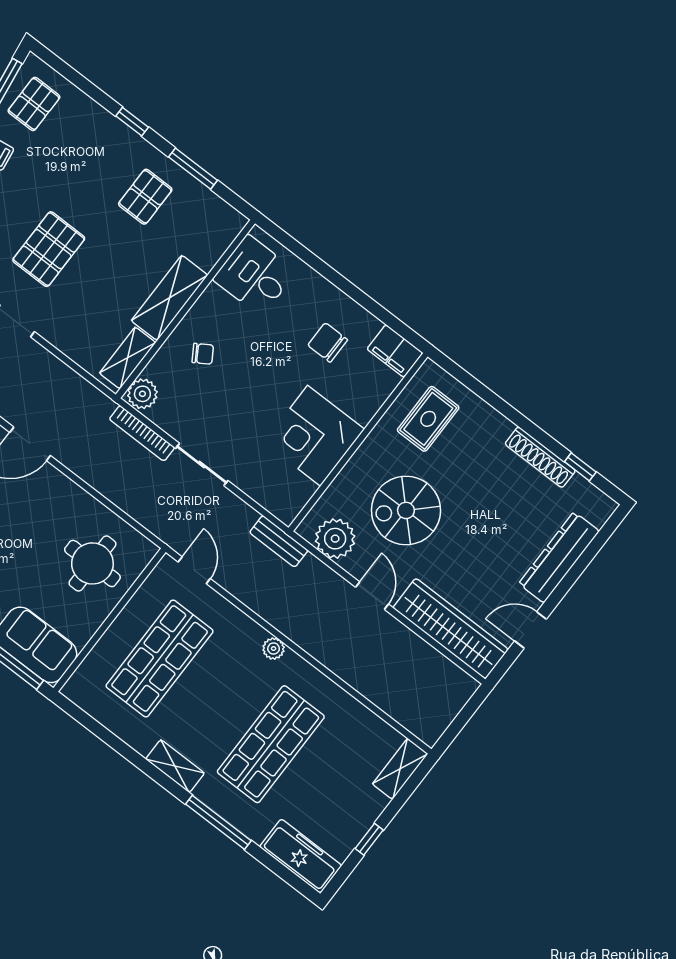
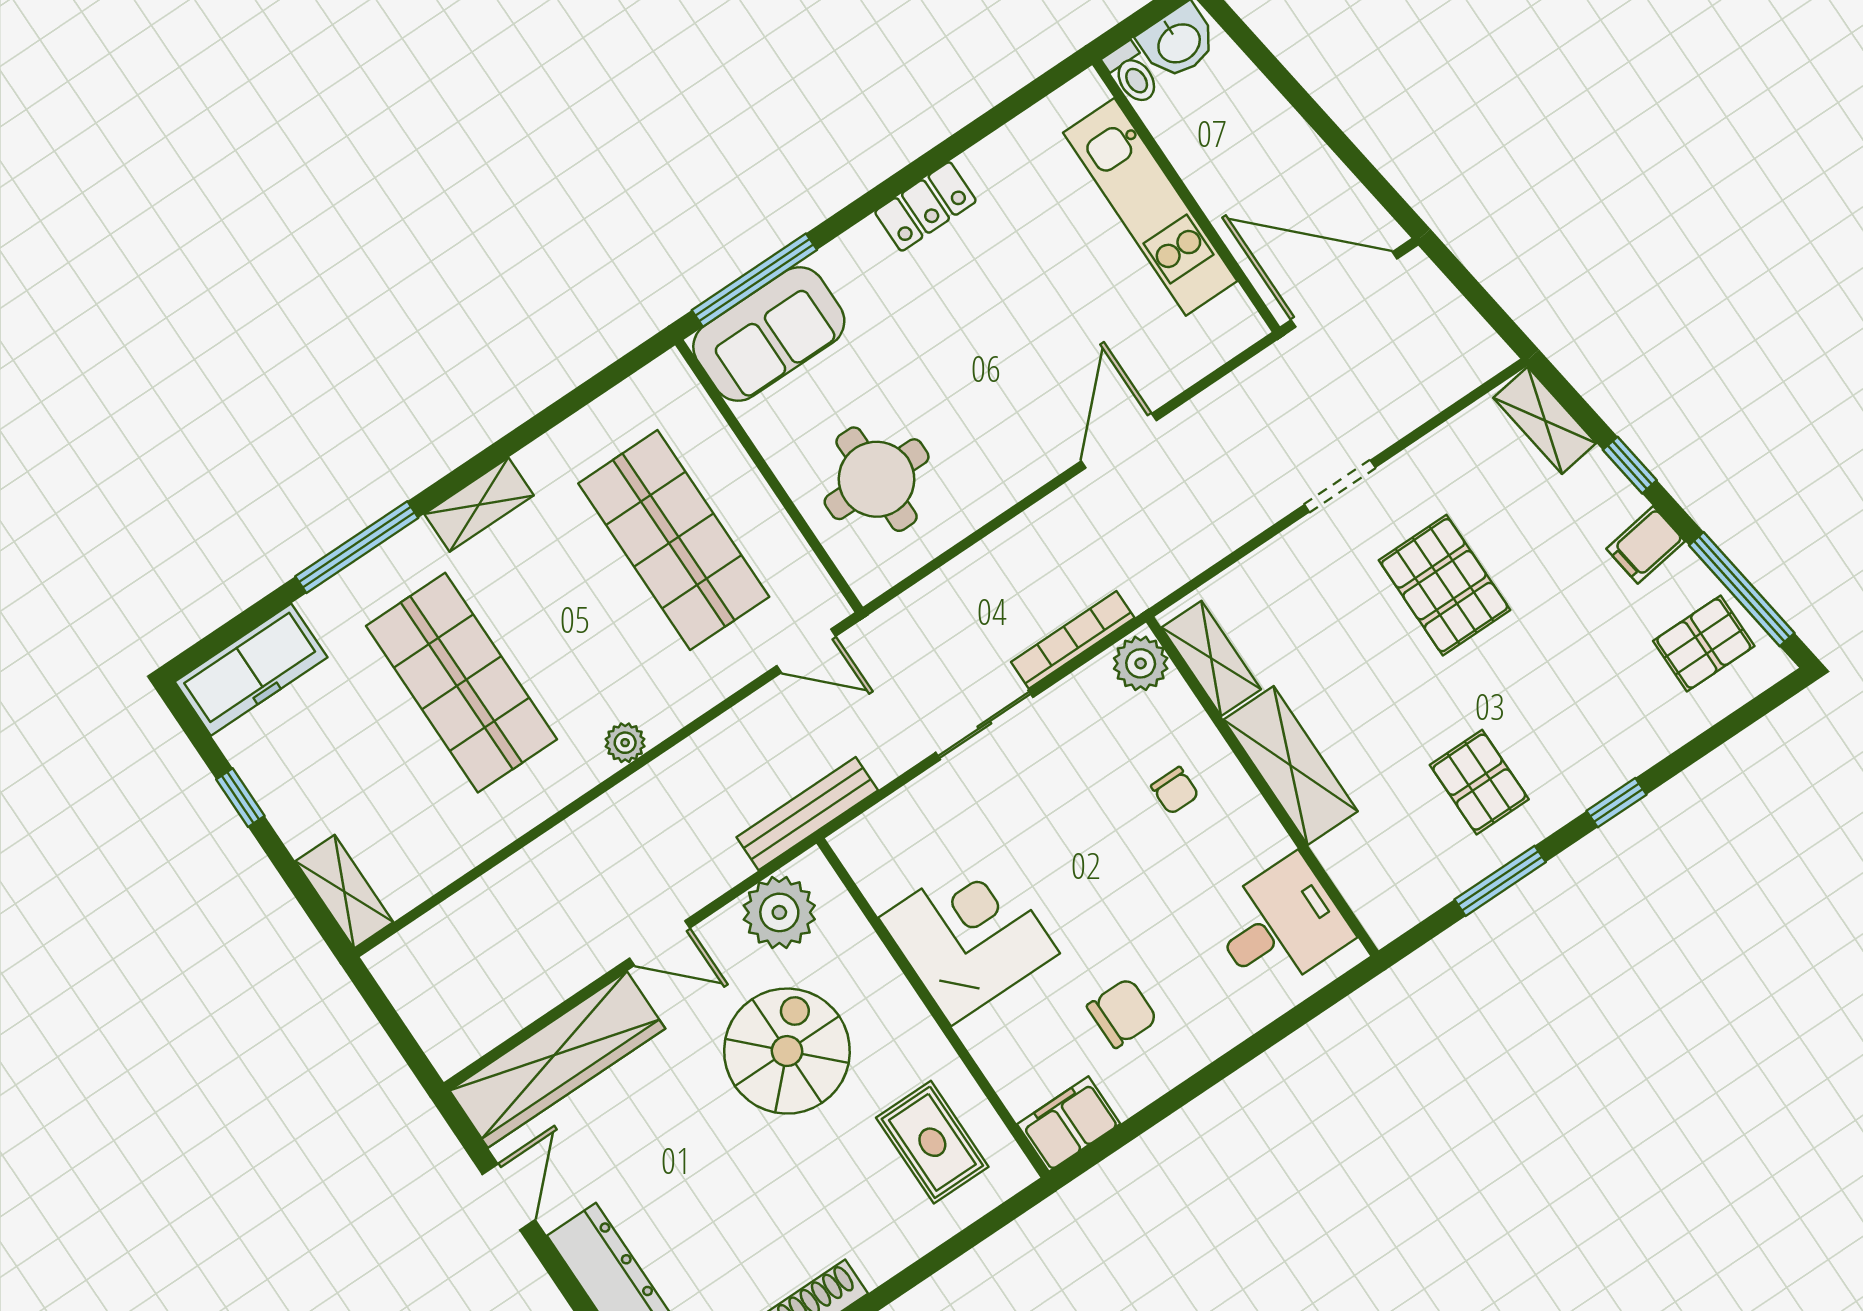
pallet: (34, 104) -> (1704, 644), turned 90
chair: (203, 354) -> (1175, 791), turned -58
bench: (279, 541) -> (807, 814), width x1.36

